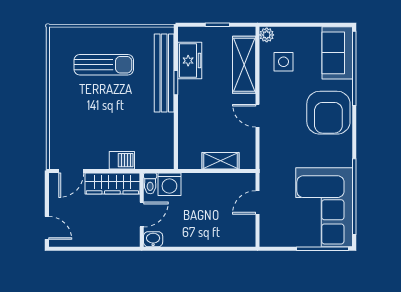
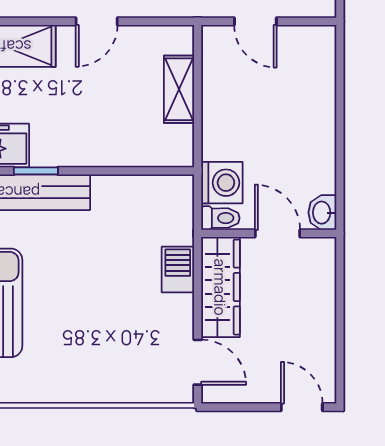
door: (47, 228) -> (302, 407), hinge flipped

